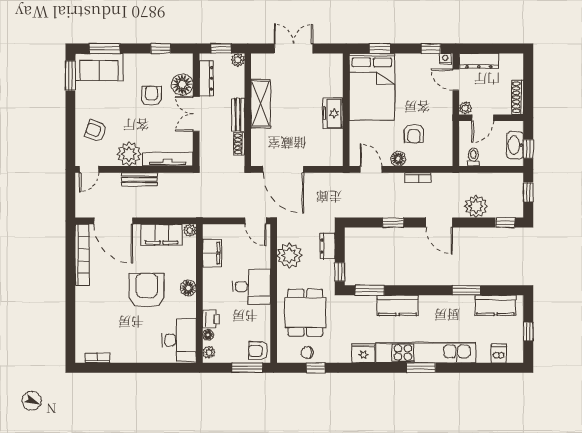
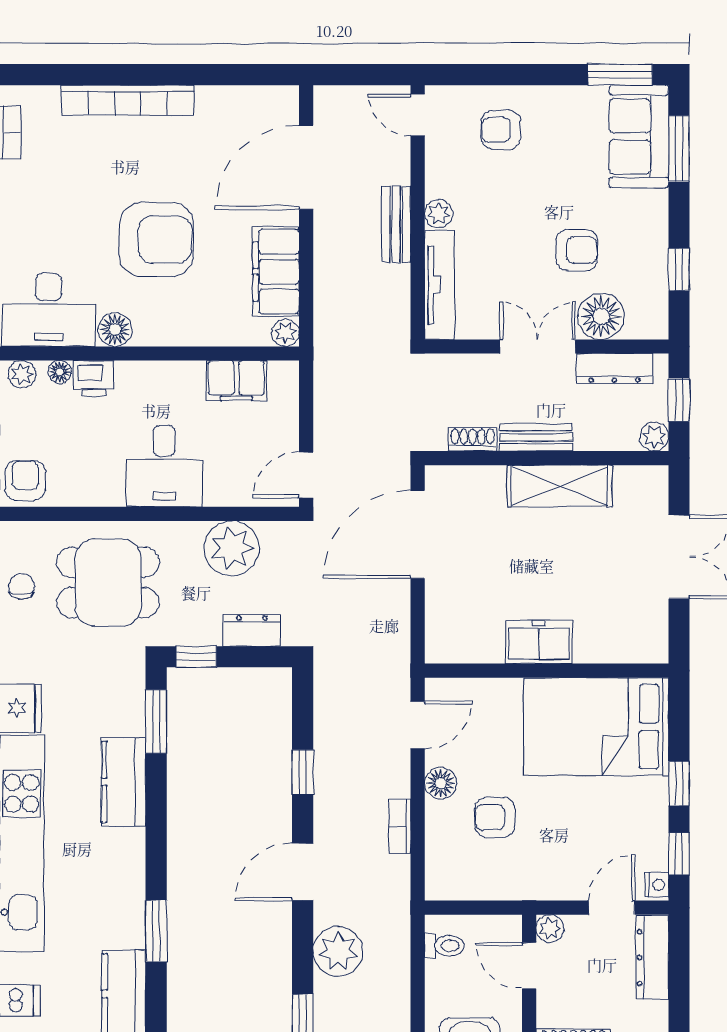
window: (380, 48) -> (679, 783), moved
armchair: (96, 131) -> (501, 130), turned -111
plant: (129, 154) -> (439, 214), width x0.53, depth x0.53
bookcase: (82, 255) -> (128, 100), moved
floor lamp: (188, 288) -> (115, 329), moved

